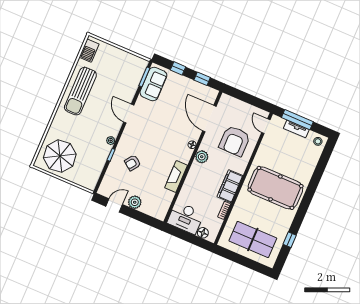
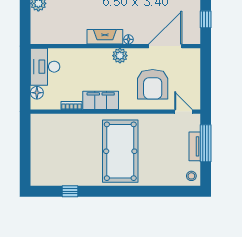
door: (266, 126) -> (184, 112), hinge flipped
armchair: (235, 141) -> (153, 84), turned -90
fireplace: (176, 177) -> (105, 37), moved
table tennis table: (253, 239) -> (53, 151), removed

